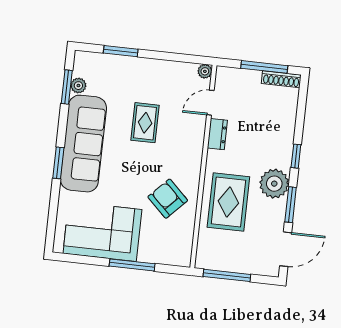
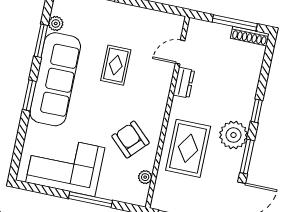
plant: (205, 71) -> (145, 177), moved
window: (67, 87) -> (41, 41), moved

